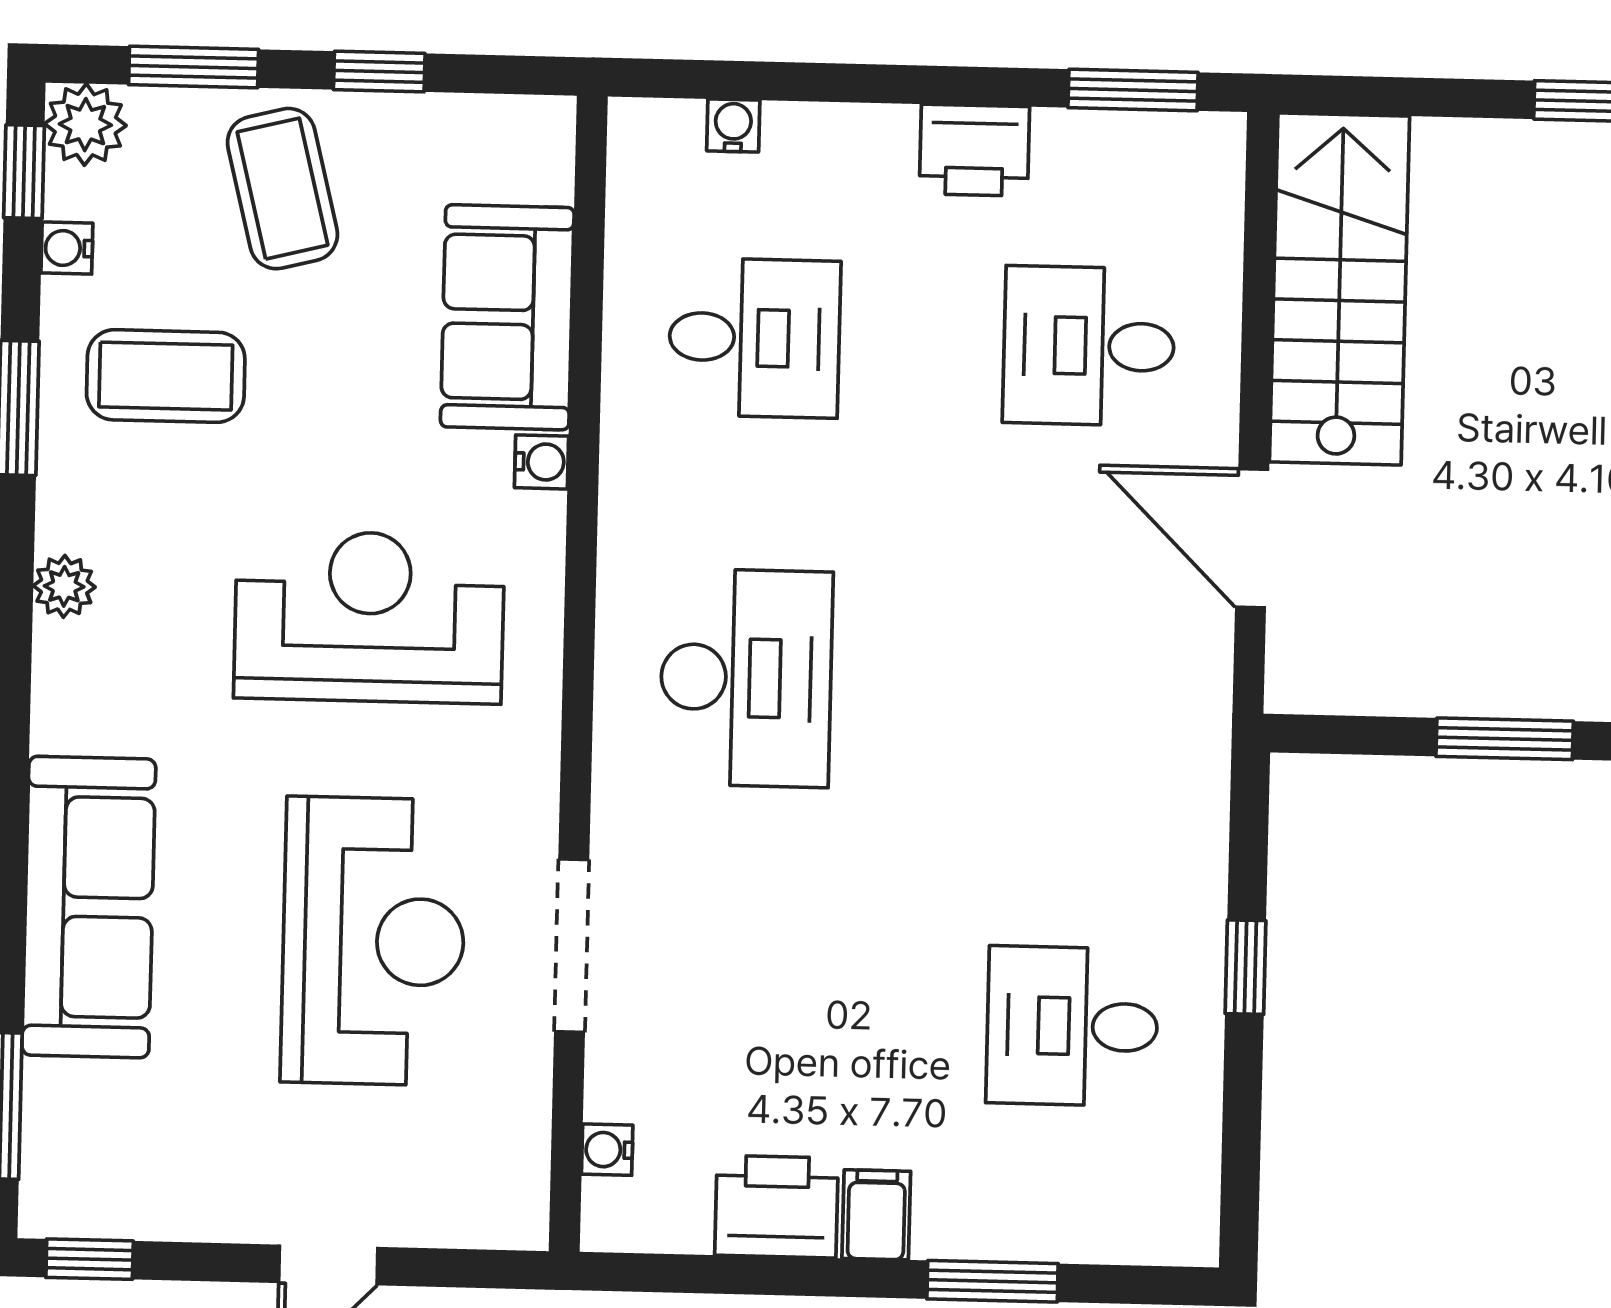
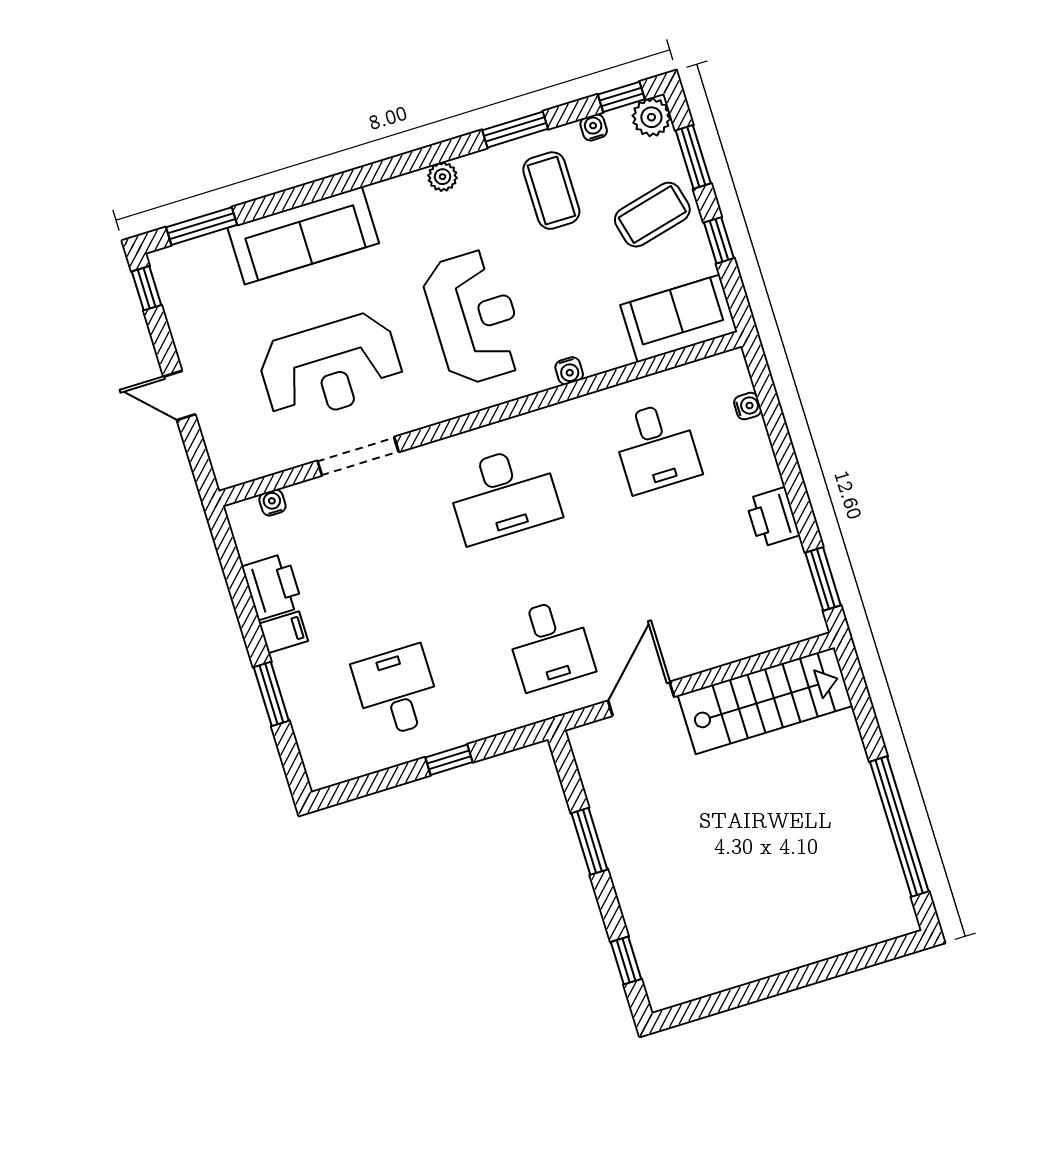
sofa: (507, 317) -> (679, 318), moved
desk: (1089, 346) -> (550, 644), moved, turned 180

